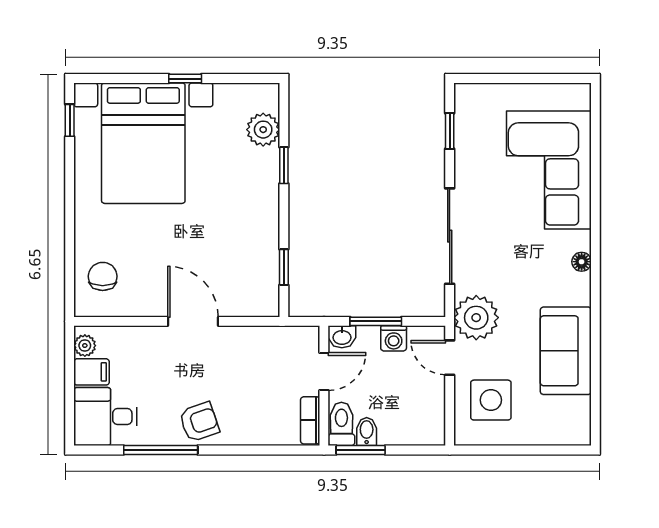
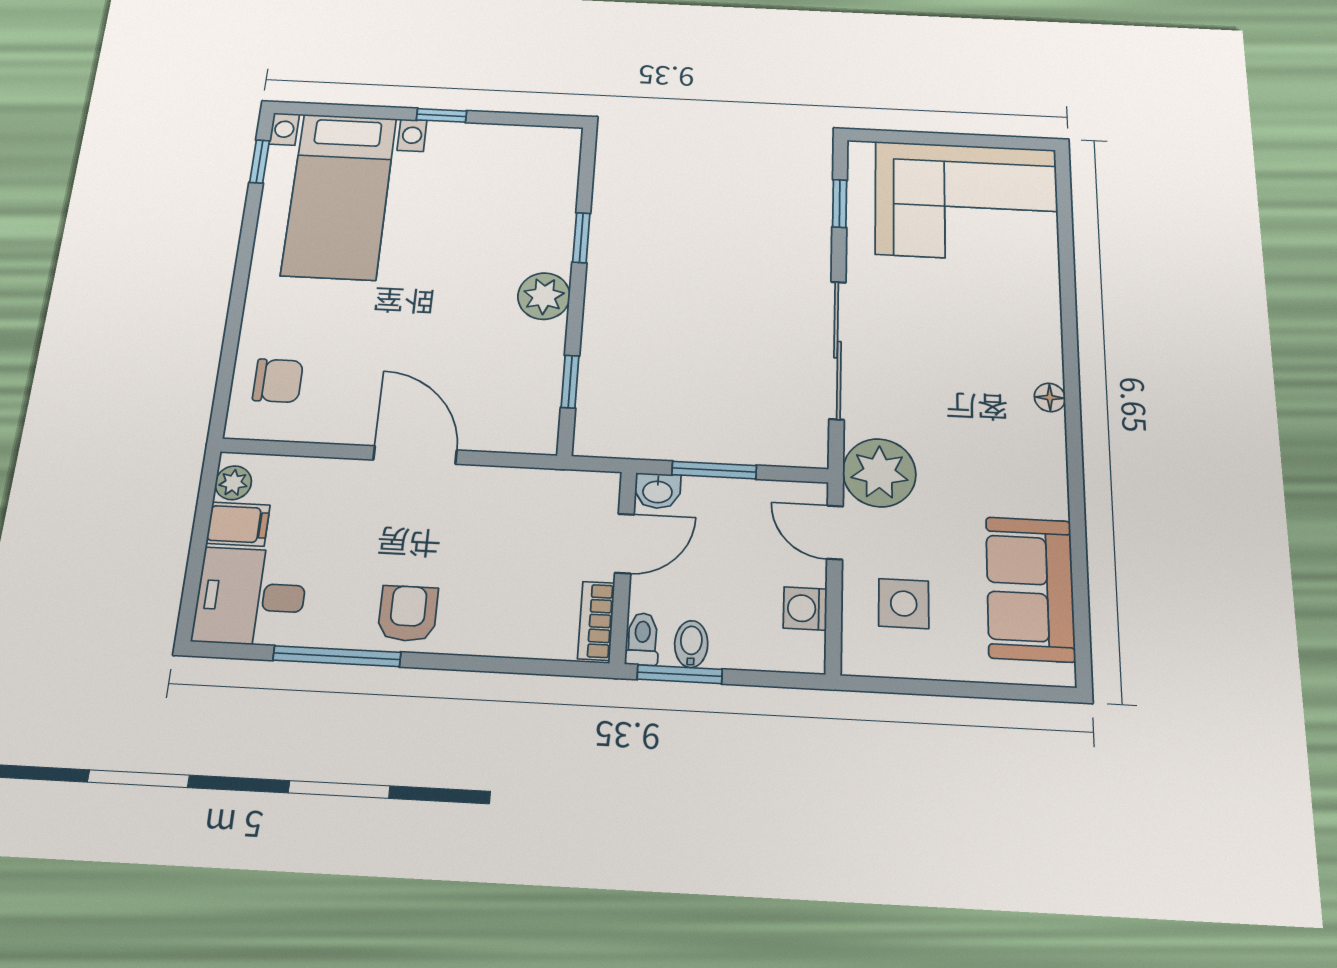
plant: (263, 130) -> (544, 296), moved
bed with nightstands: (143, 143) -> (339, 196), width x0.73
corner sofa: (549, 170) -> (966, 202), moved, turned -90
chair: (103, 276) -> (278, 381), turned 90
washing machine: (394, 338) -> (805, 608), moved, turned 90
sofa: (566, 351) -> (1030, 589), moved
side table: (491, 400) -> (904, 604), width x0.73, depth x0.73
armchair: (199, 422) -> (408, 614), turned -71
toilet: (341, 424) -> (642, 639), width x0.73, depth x0.72

